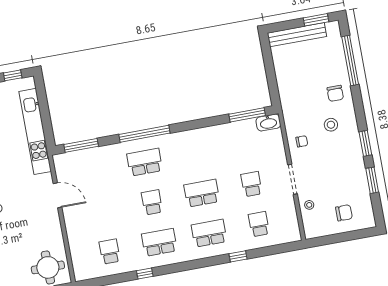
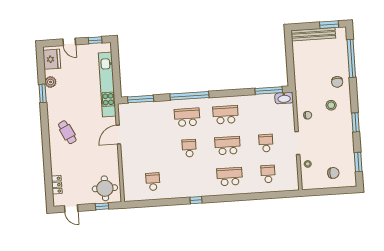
window: (372, 180) -> (358, 162), moved
door: (57, 195) -> (118, 135), swing flipped
school desk: (159, 242) -> (226, 115), moved
window: (238, 256) -> (249, 197), removed
window: (145, 273) -> (196, 200), moved

